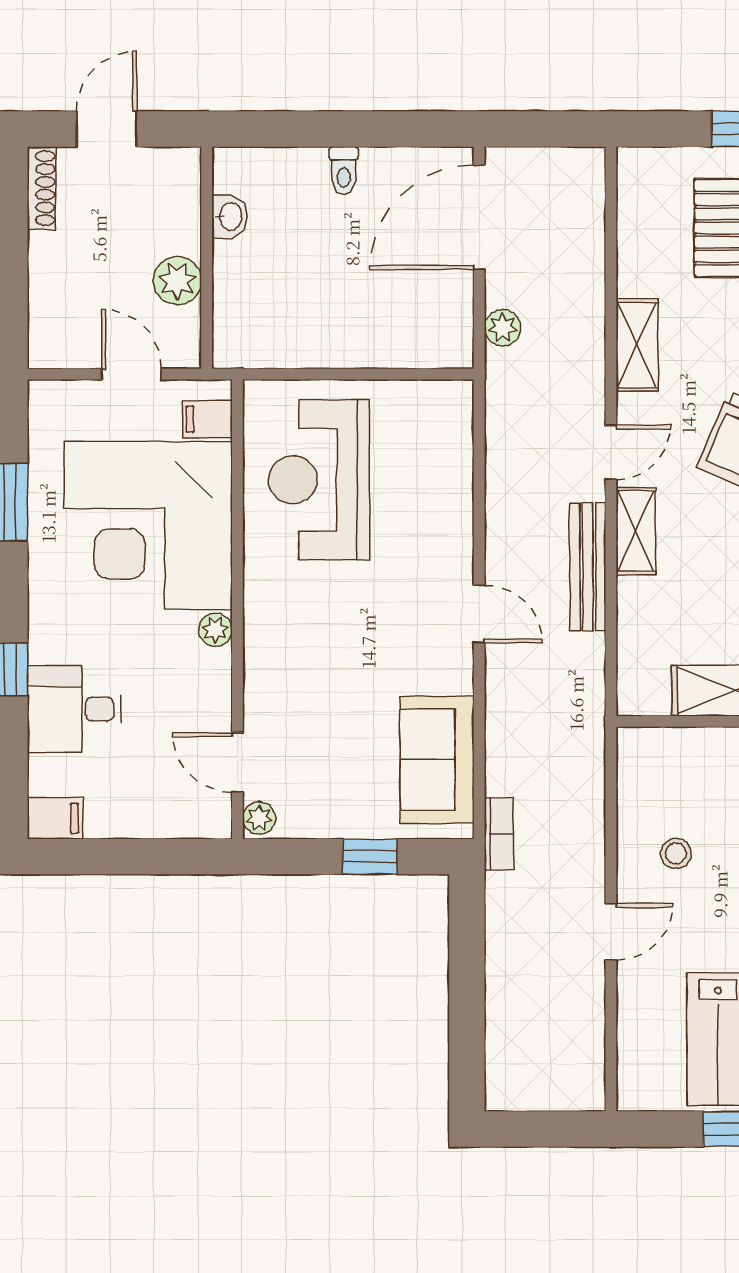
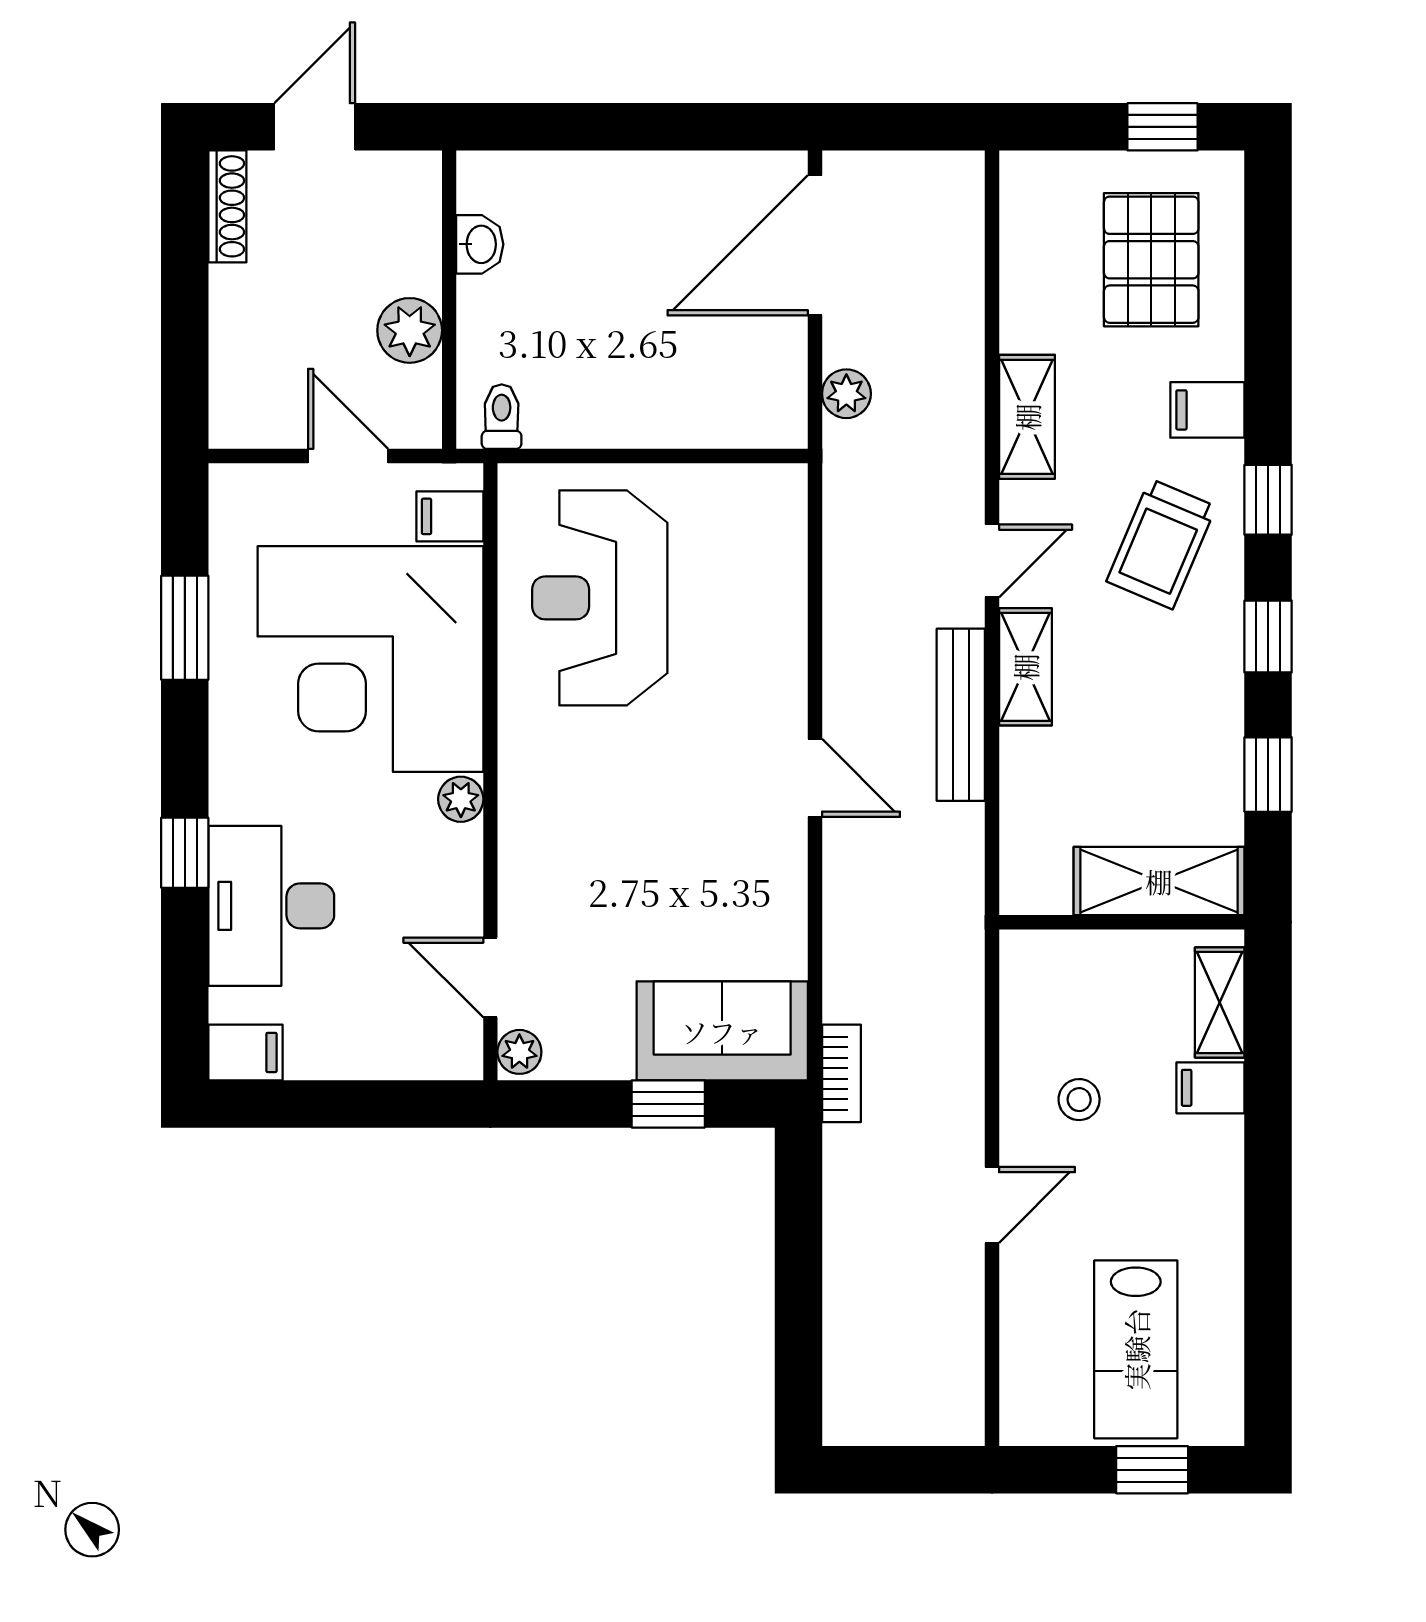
toilet: (344, 171) -> (502, 417), moved, turned 180
desk: (74, 709) -> (271, 906), width x1.37
sofa: (437, 760) -> (722, 1031), moved, turned 90

